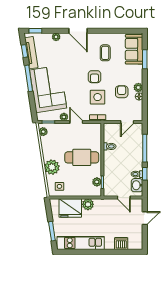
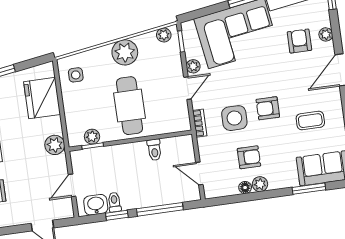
armchair: (58, 53) -> (299, 41), added
plant: (52, 167) -> (125, 52), moved
plant: (88, 204) -> (55, 145), moved

